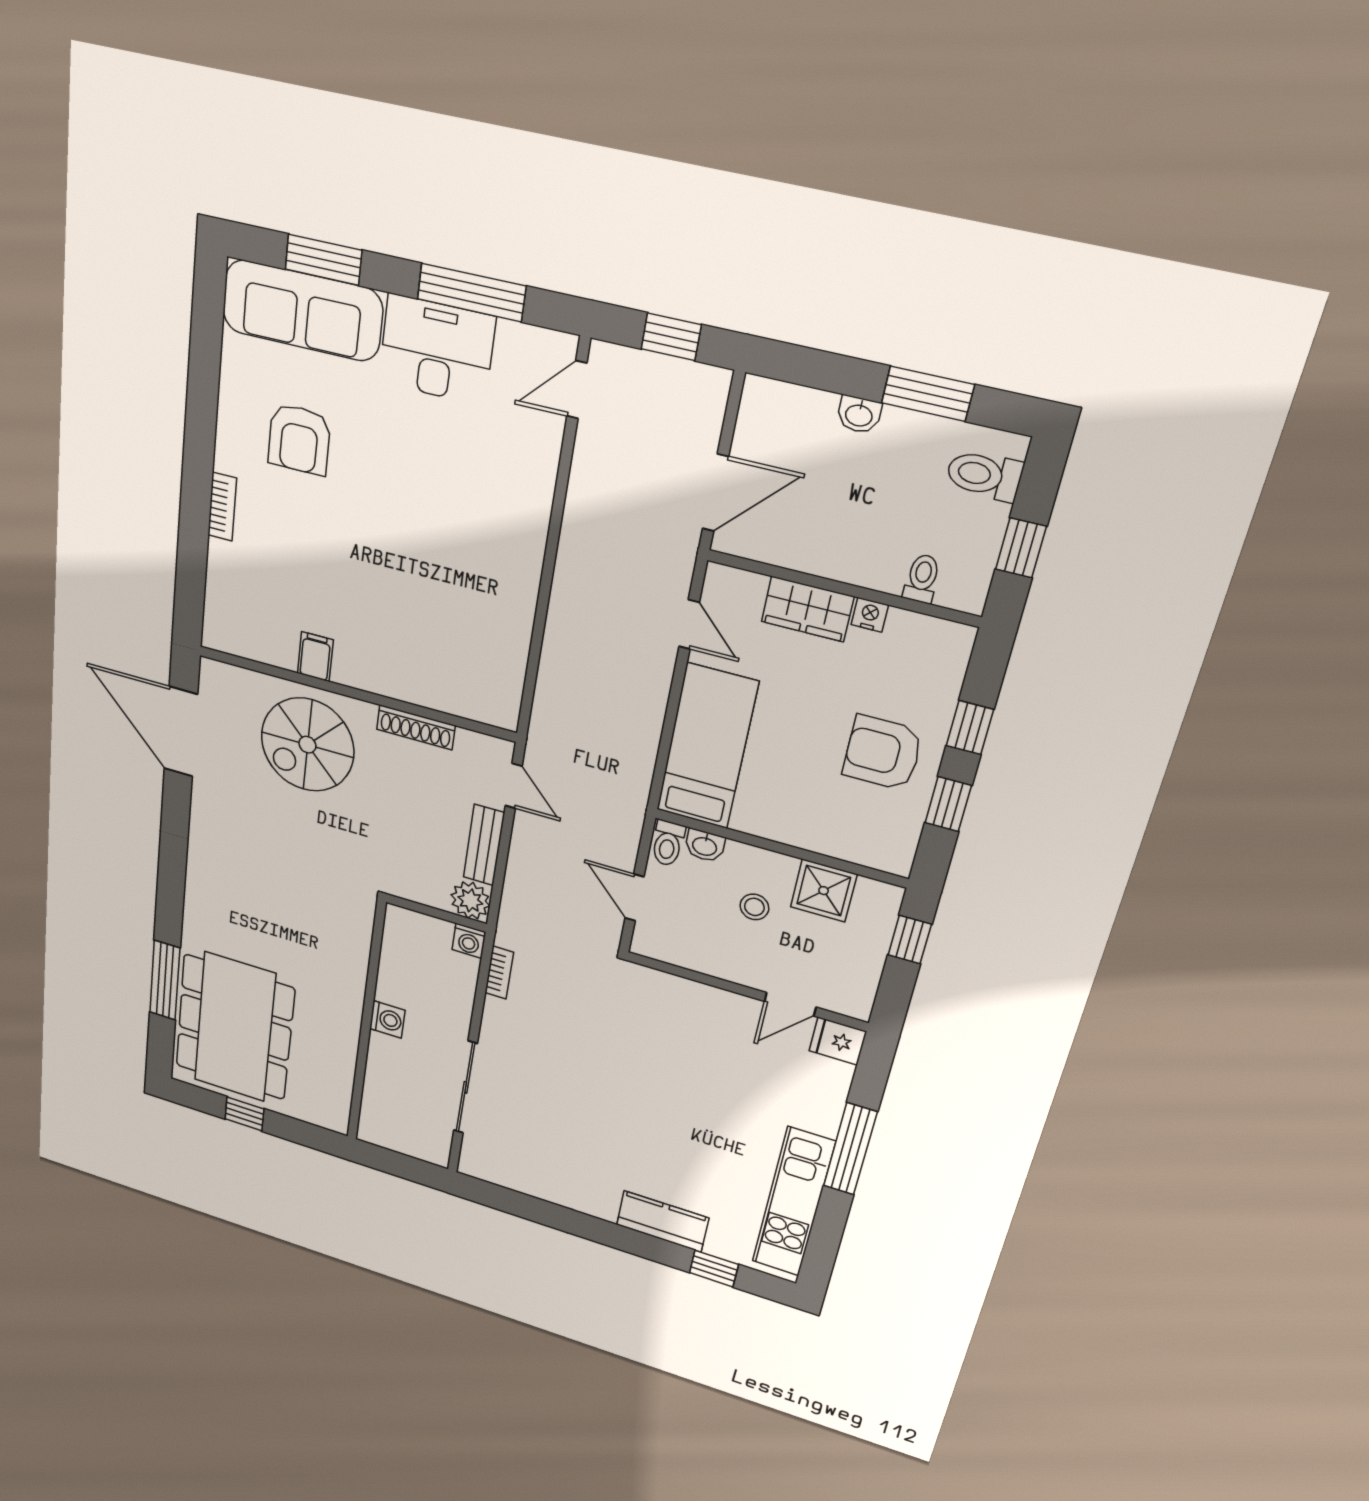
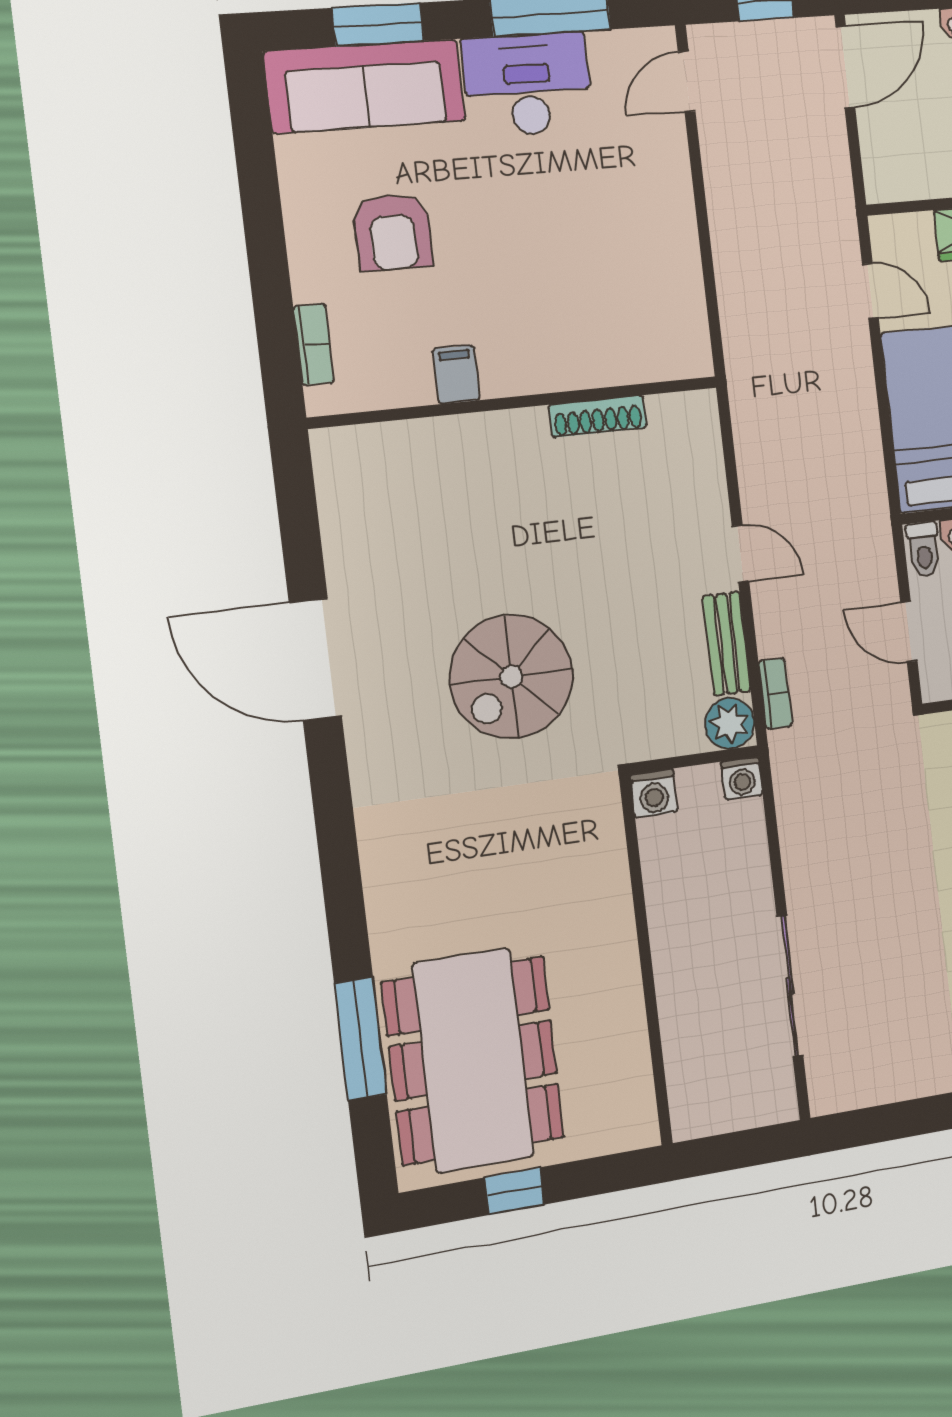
door: (715, 493) -> (845, 67), moved
filing cabinet: (315, 657) -> (456, 375), moved
wall: (355, 693) -> (516, 402), moved
shoe rack: (416, 727) -> (598, 416), moved
spiral stairs: (307, 745) -> (511, 677), moved
bookcase: (499, 973) -> (775, 693), moved
washing machine: (387, 1019) -> (654, 793), moved, turned 90

